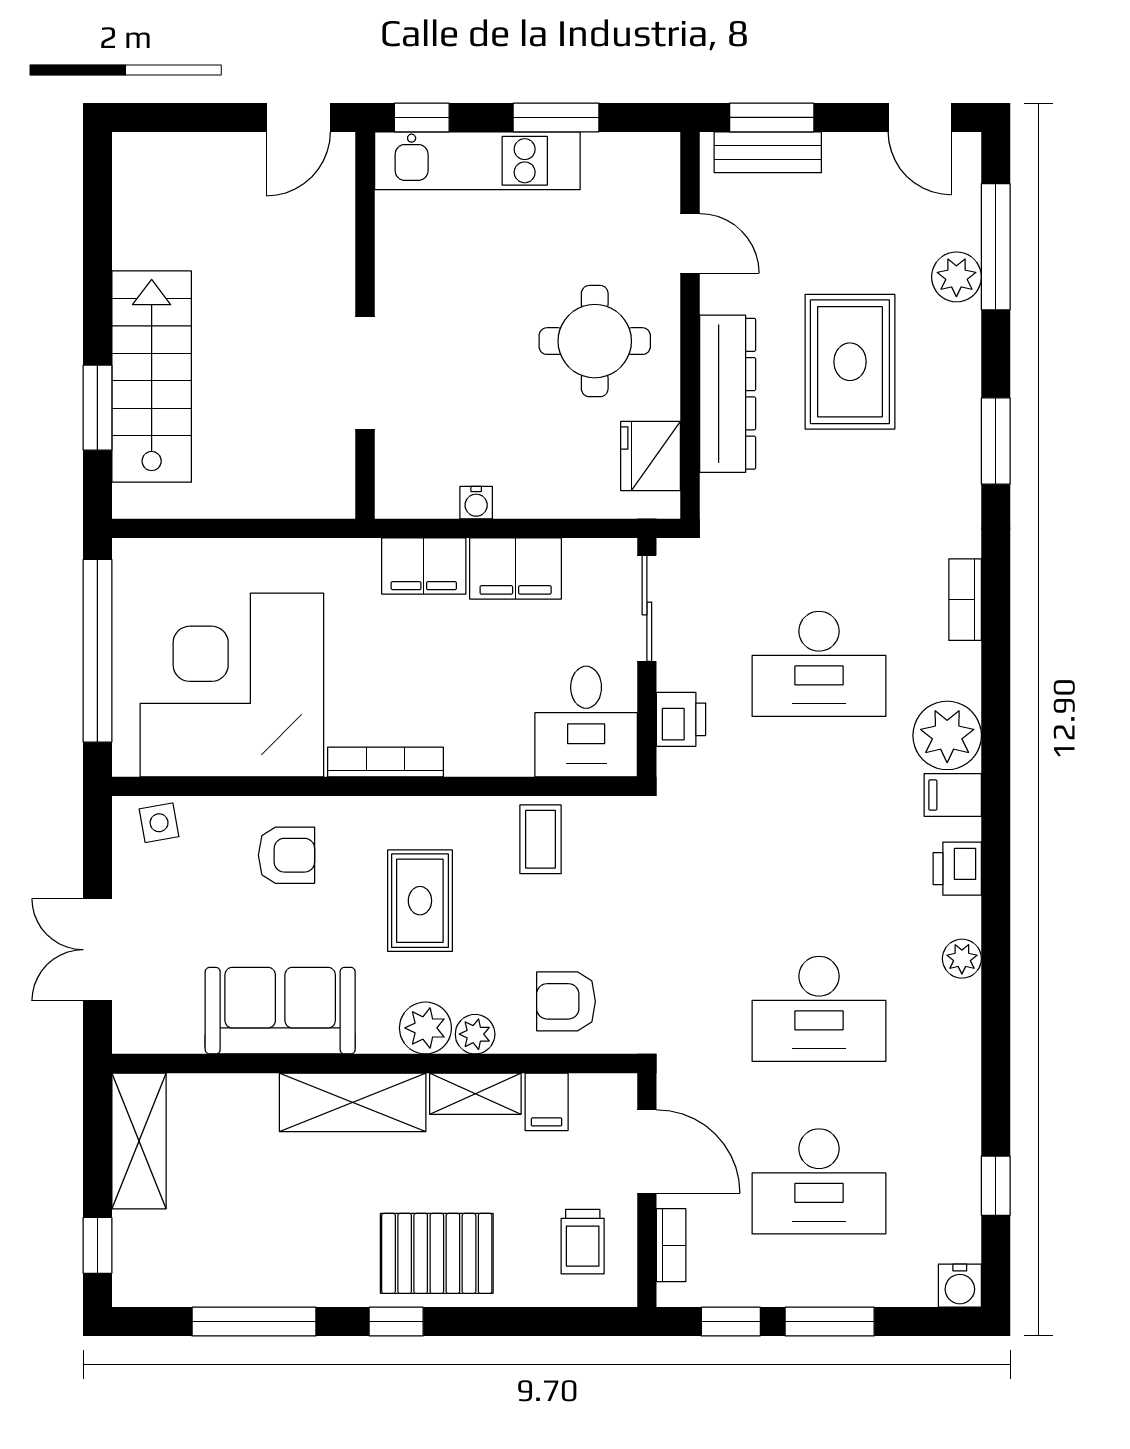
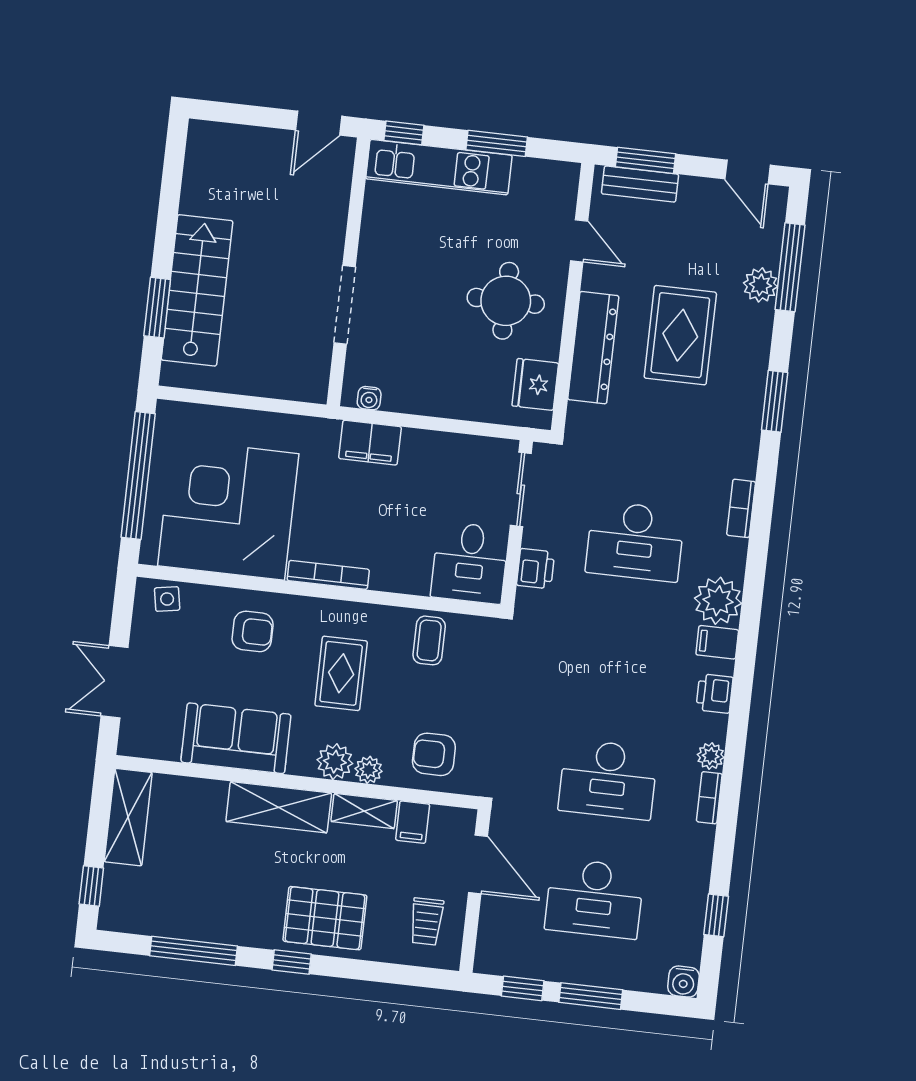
water cooler: (476, 503) -> (369, 398), moved
filing cabinet: (516, 569) -> (433, 452), removed
bookcase: (671, 1245) -> (709, 798), moved, turned 180

